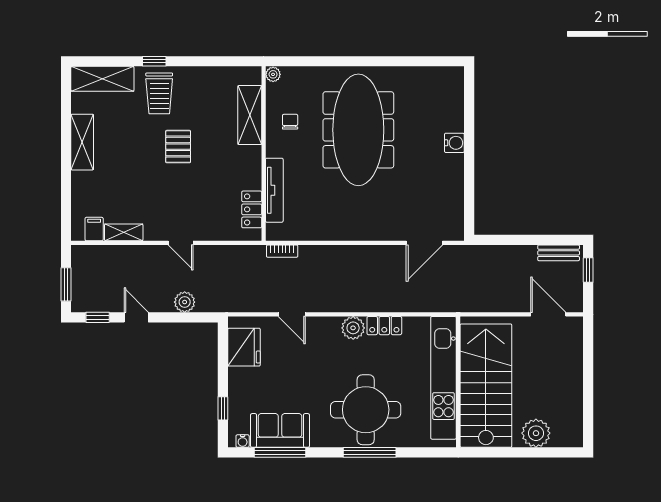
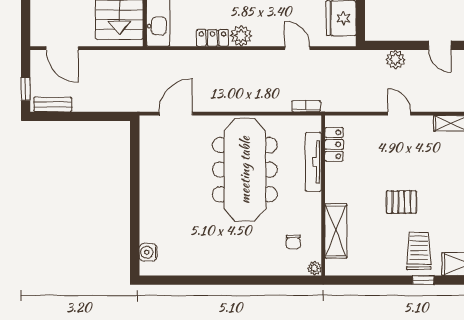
chair: (290, 122) -> (293, 242), moved
meeting table: (358, 130) -> (245, 170), moved
water cooler: (454, 143) -> (148, 252), moved
pallet: (178, 147) -> (401, 202), turned 90

